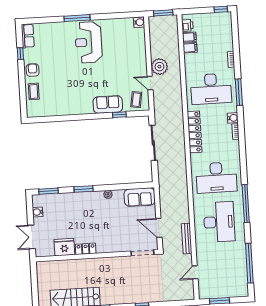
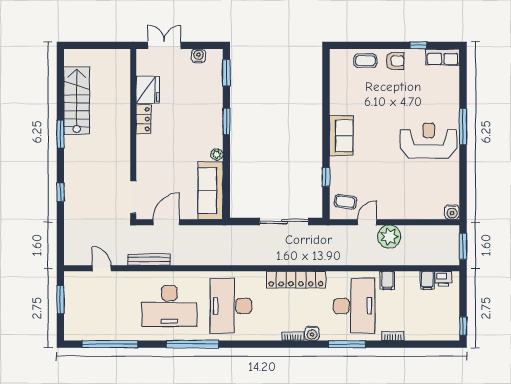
filing cabinet: (190, 48) -> (387, 280), moved
desk: (211, 89) -> (354, 306), turned 180
sofa: (108, 104) -> (341, 136), moved
sofa: (140, 197) -> (211, 190), width x1.36

